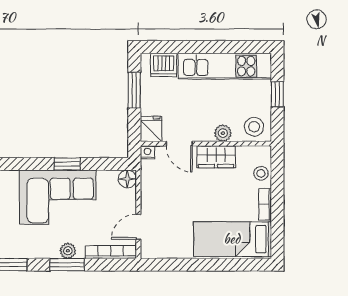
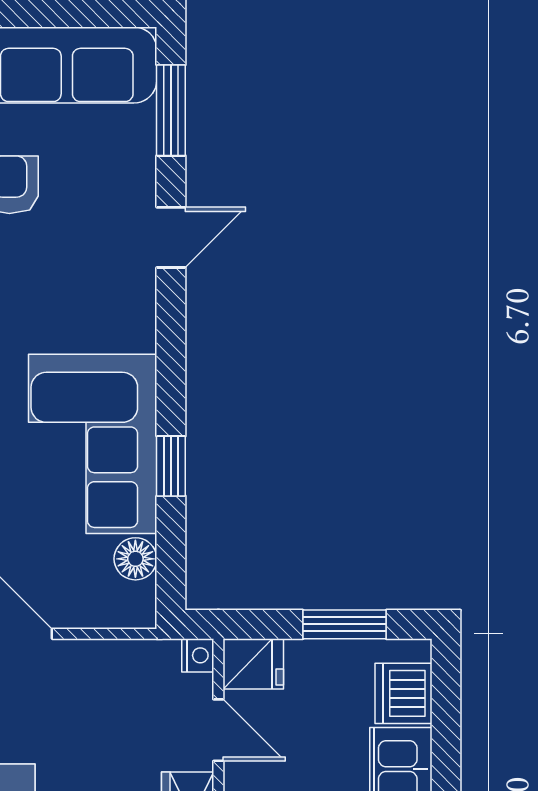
door: (179, 144) -> (218, 730), swing flipped
floor lamp: (127, 179) -> (135, 559), moved

